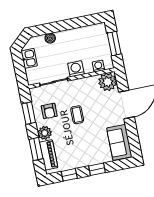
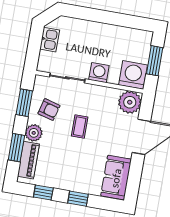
boiler: (50, 38) -> (83, 26), removed
washing machine: (98, 66) -> (133, 75), width x1.89, depth x1.89
armchair: (49, 111) -> (49, 110), turned -75

